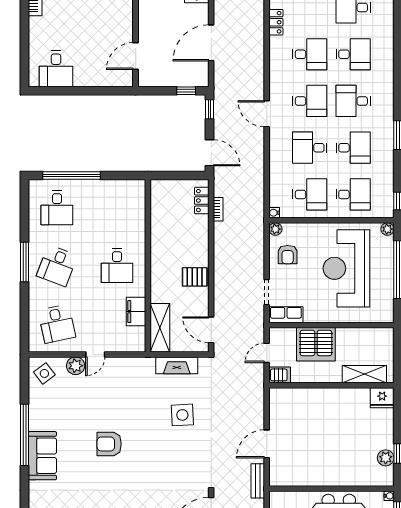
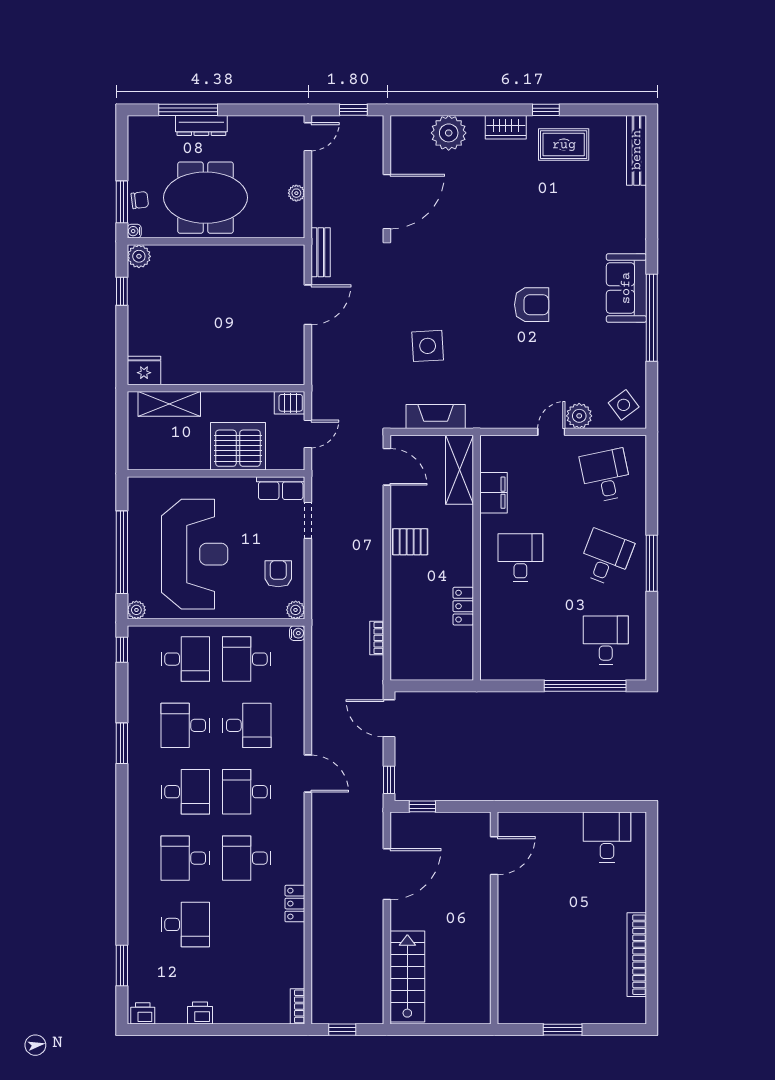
desk: (353, 194) -> (185, 659), turned 180
locker: (202, 201) -> (463, 606), moved, turned 180
plant: (386, 458) -> (139, 256), moved

